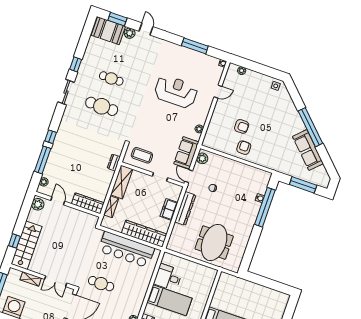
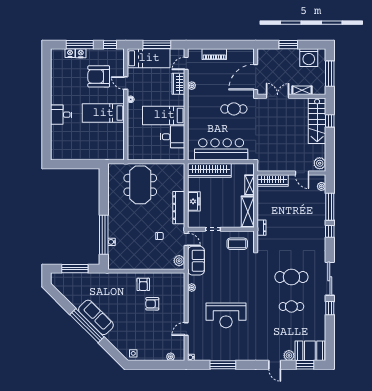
sliding door: (66, 92) -> (330, 279), width x1.37
sofa: (308, 150) -> (96, 317), moved

